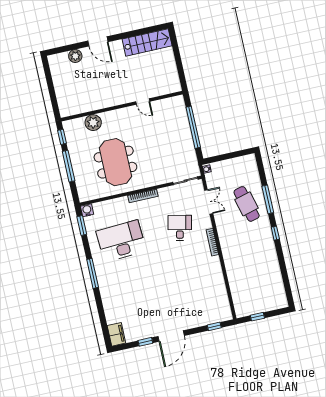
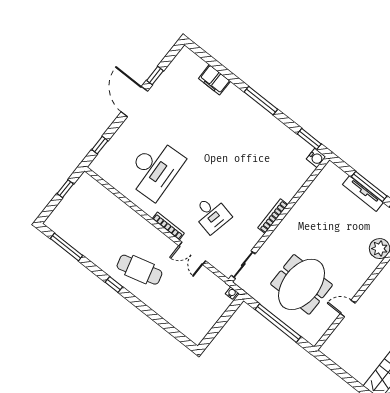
meeting table: (115, 162) -> (301, 284), moved, turned 90
tv unit: (76, 165) -> (363, 194), added
window: (268, 199) -> (67, 247), moved
double door: (209, 202) -> (192, 253), moved
cafe table: (247, 204) -> (139, 270), moved
desk: (121, 241) -> (154, 169), moved
filing cabinet: (116, 334) -> (214, 80), moved

